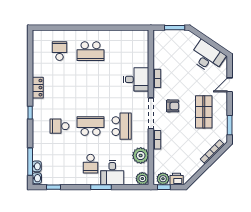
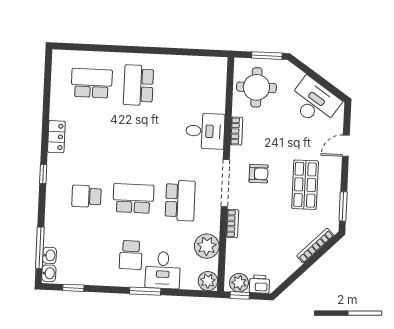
round table: (169, 49) -> (256, 87), added
school desk: (59, 51) -> (92, 83), width x1.85
school desk: (91, 51) -> (138, 85), turned 90

